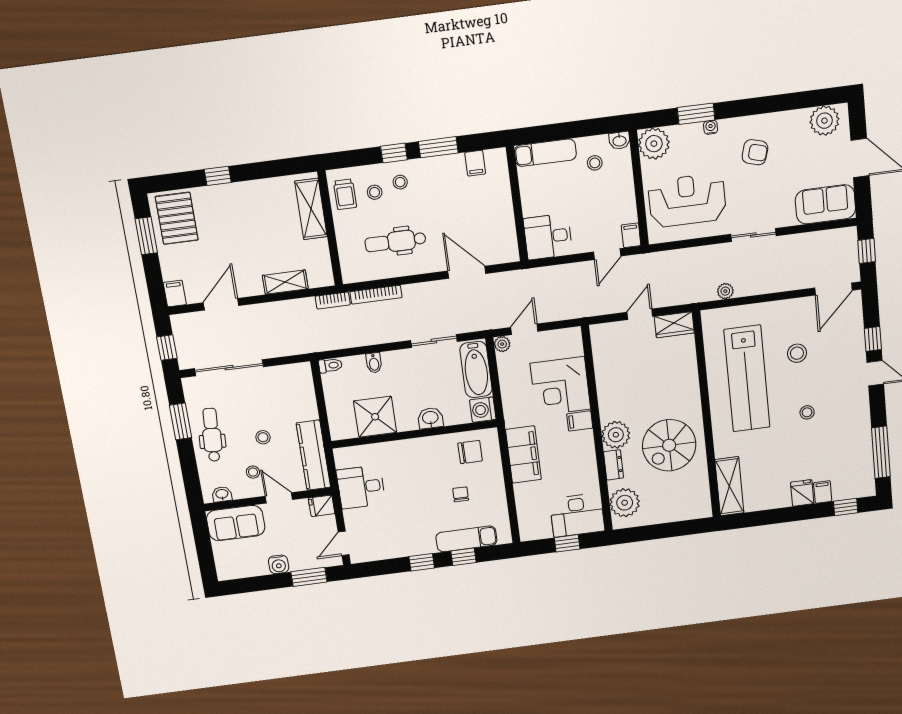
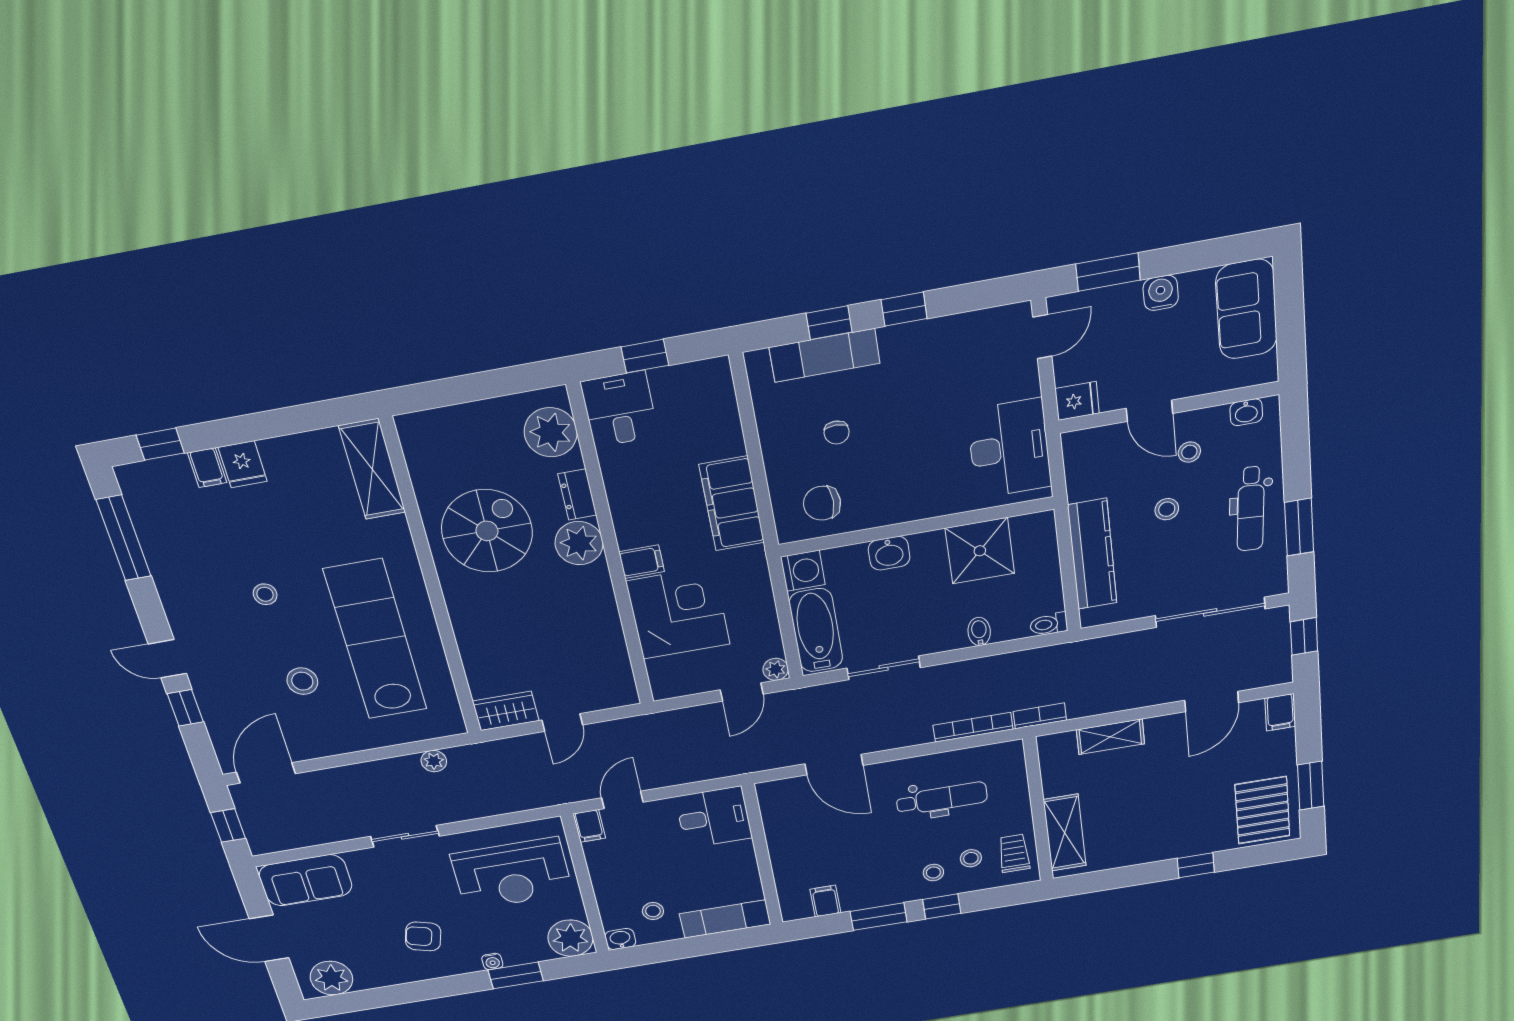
kitchen counter: (313, 455) -> (1092, 554), moved
desk: (361, 487) -> (1009, 448), width x1.37
desk: (577, 515) -> (620, 409), width x0.73
sofa: (236, 523) -> (1246, 309), moved, turned -90

